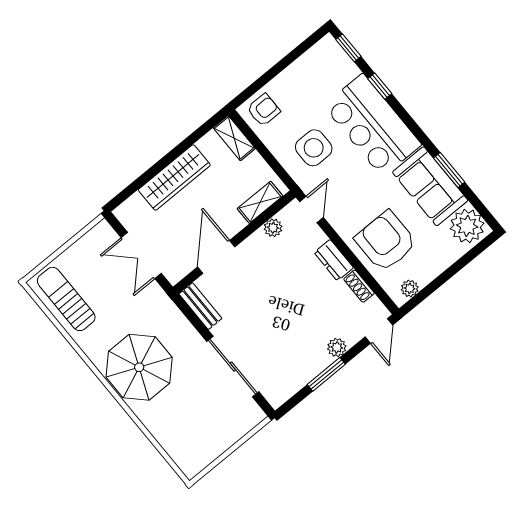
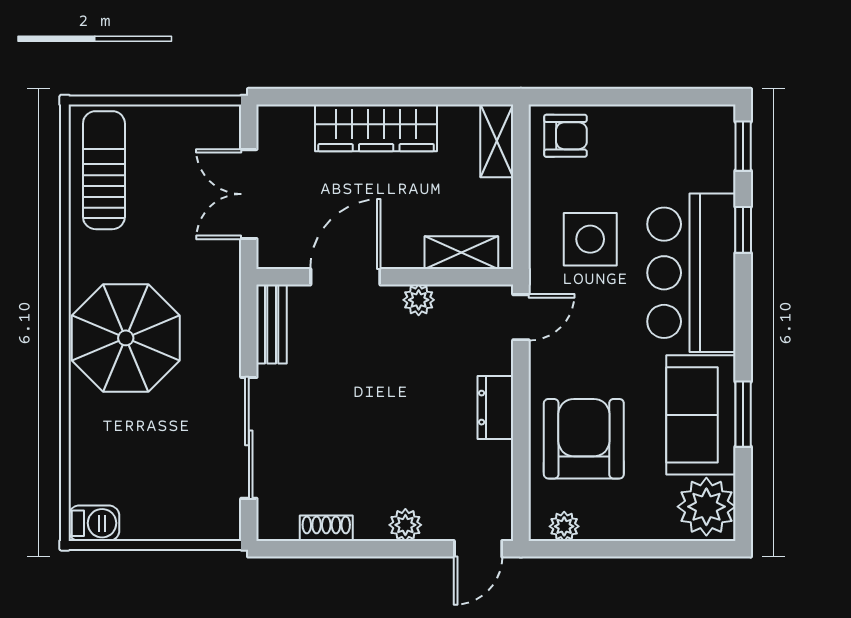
plant: (273, 228) -> (419, 300), moved
shoe rack: (359, 286) -> (326, 528), moved, turned 90
window: (326, 374) -> (363, 549), removed
barbecue: (194, 464) -> (94, 523), added

